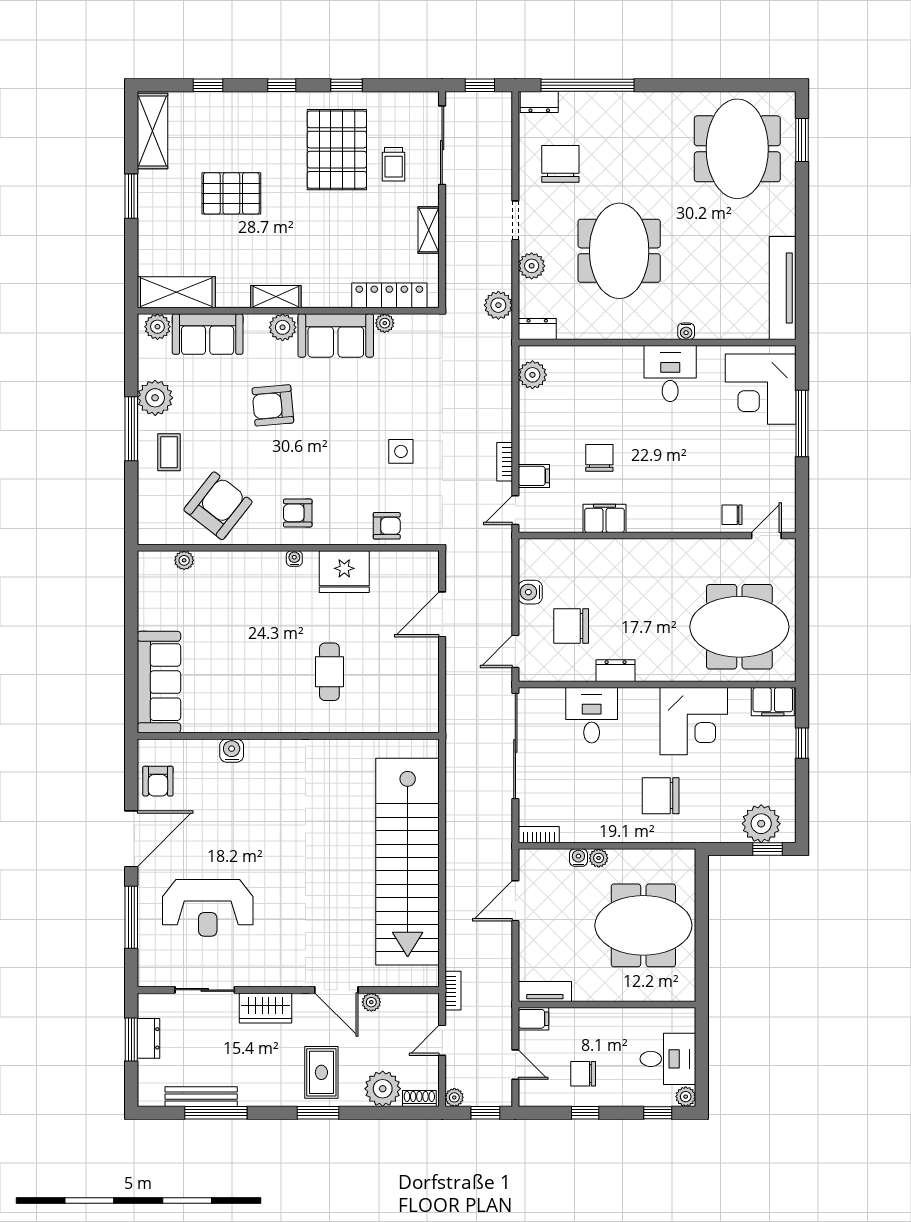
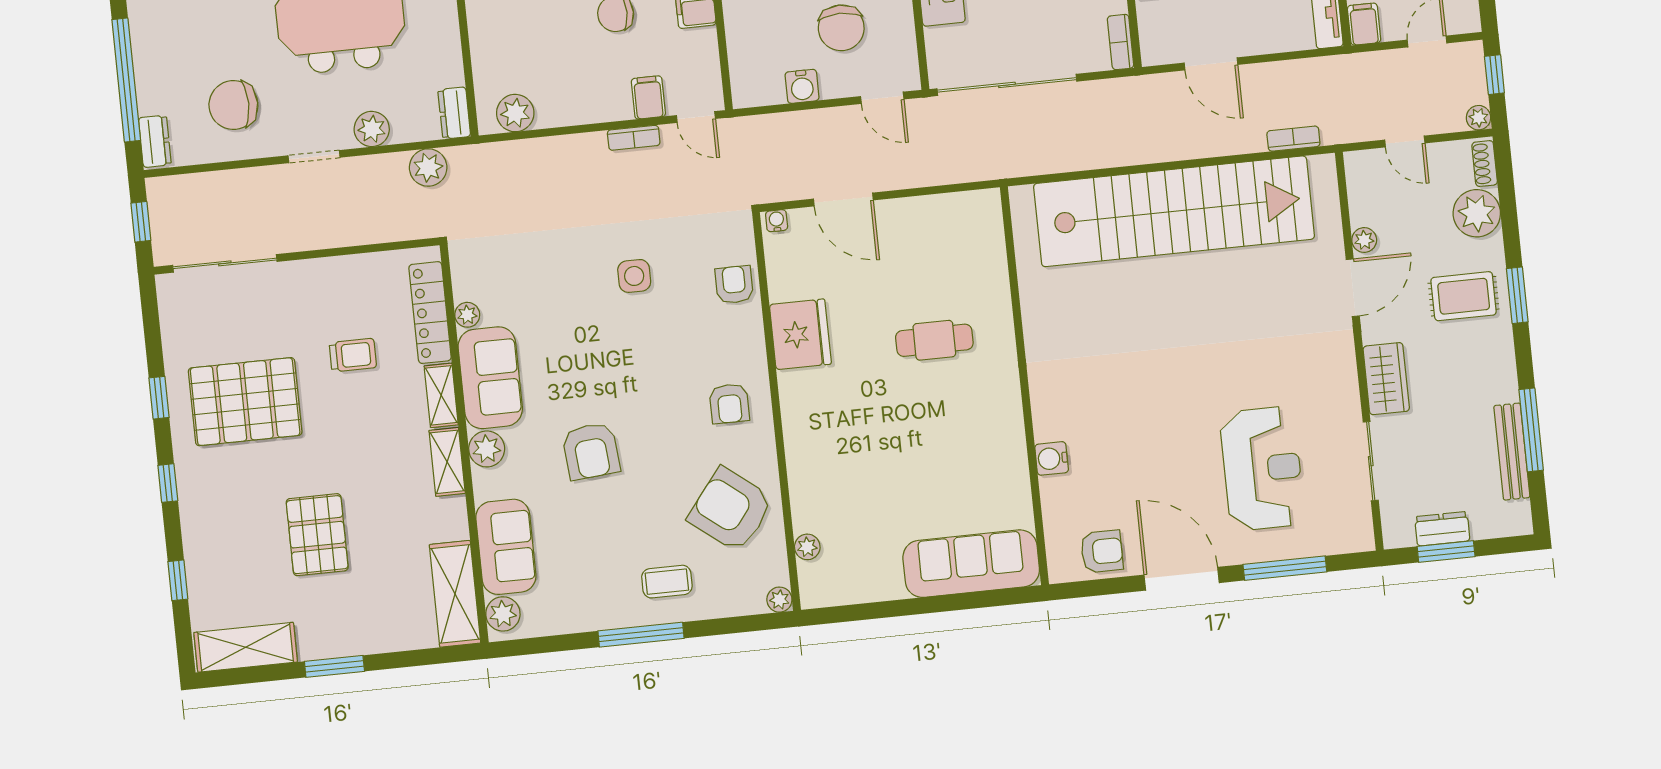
trolley: (394, 164) -> (353, 355), moved
shelving: (429, 230) -> (441, 395), moved, turned 90
plant: (155, 398) -> (779, 600), moved, width x0.53, depth x0.53
water cooler: (294, 558) -> (777, 221), moved, turned 90
bookcase: (453, 991) -> (1293, 139), moved

